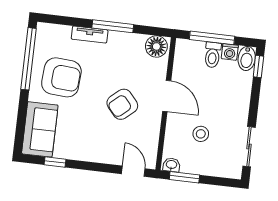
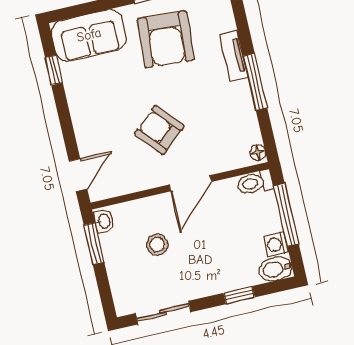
floor lamp: (156, 46) -> (258, 152), width x0.53, depth x0.53
toilet: (213, 55) -> (255, 183), moved
window: (258, 66) -> (239, 295), moved

